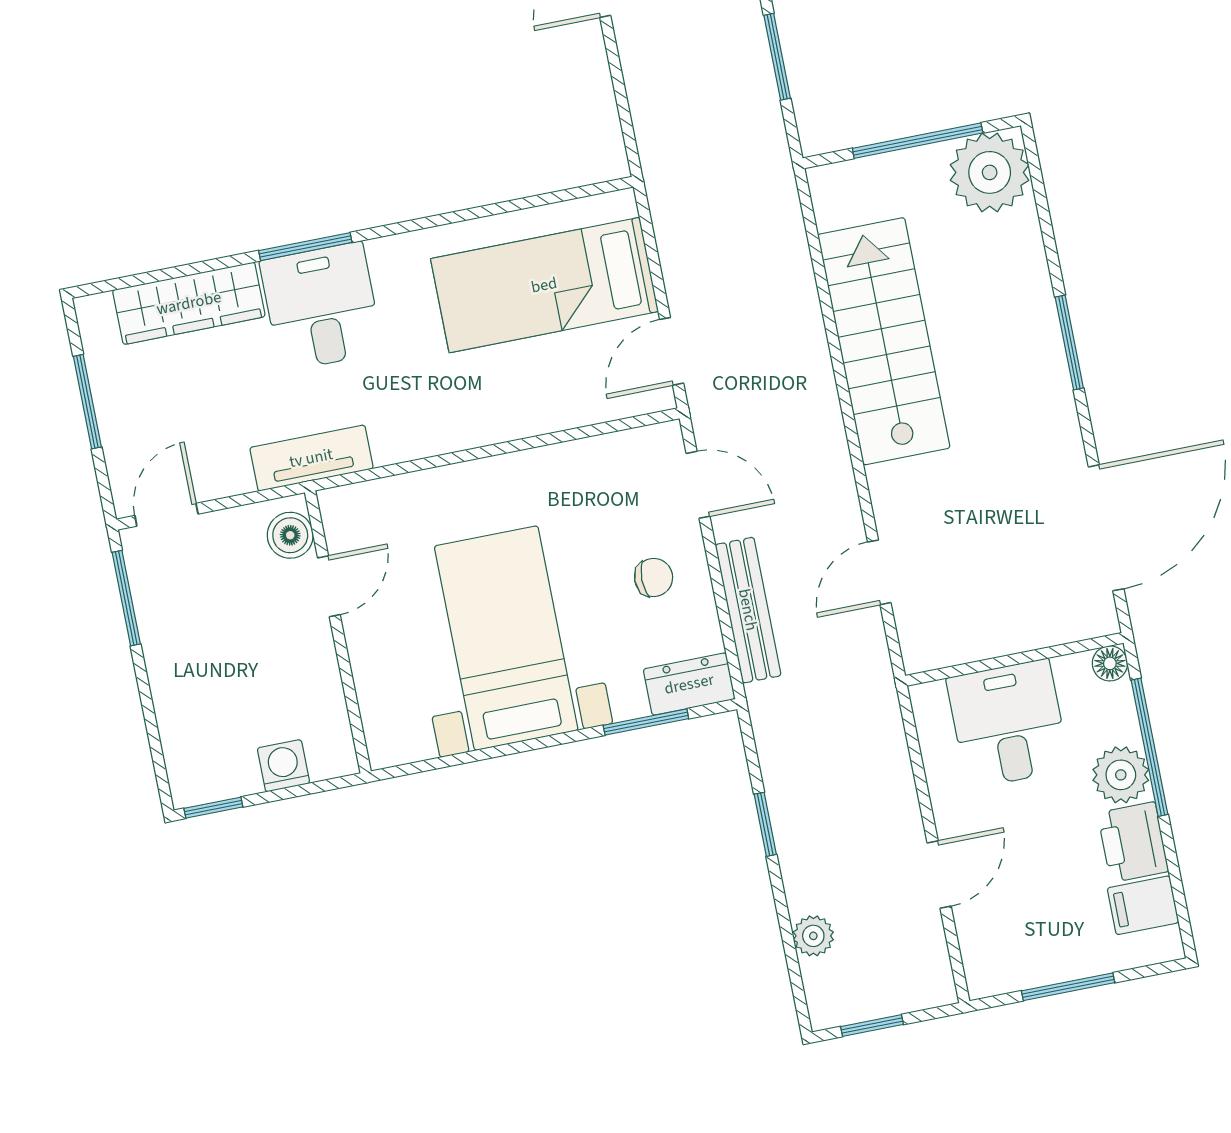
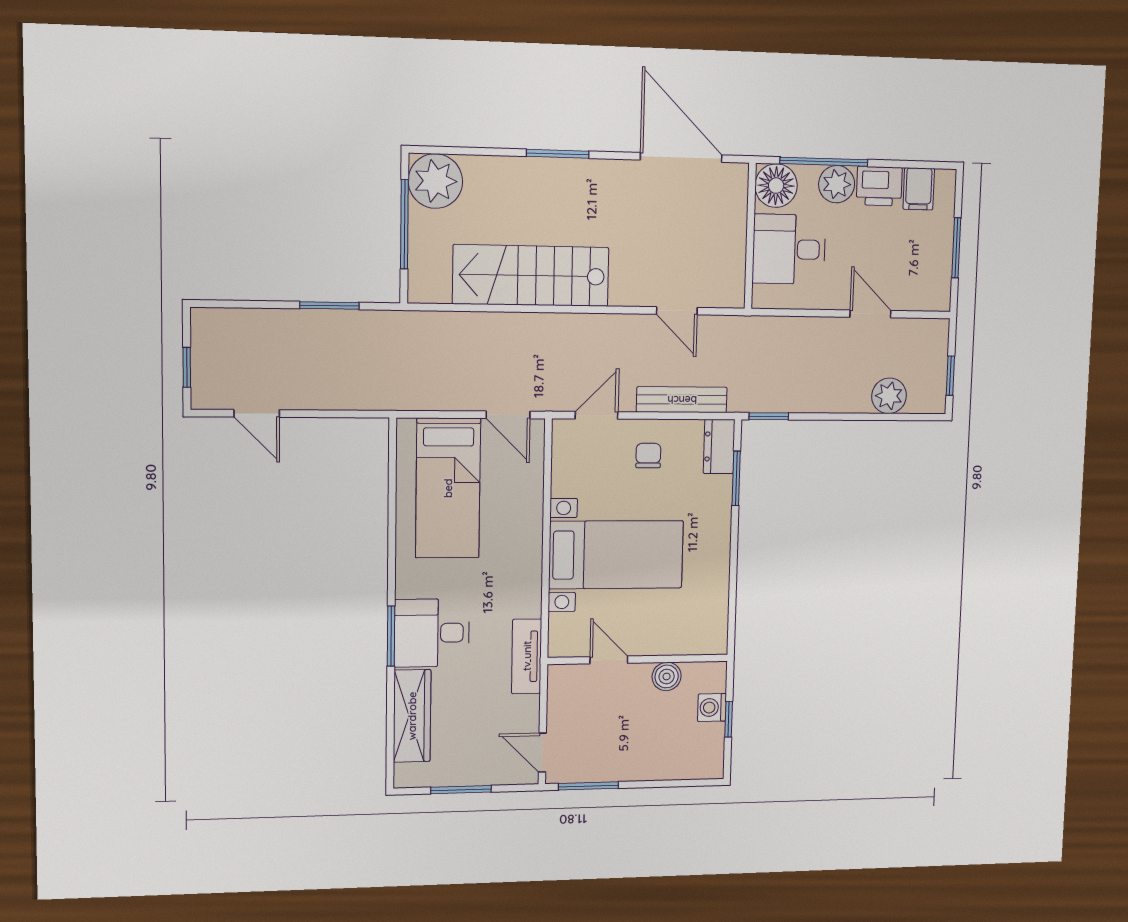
boiler: (290, 535) -> (667, 676), moved
bed with nightstands: (506, 638) -> (616, 555), moved, turned 180
floor lamp: (1110, 663) -> (776, 186), width x1.89, depth x1.89
window: (213, 808) -> (729, 719), moved
window: (765, 824) -> (769, 416), moved
plant: (813, 936) -> (889, 396), width x1.38, depth x1.38

